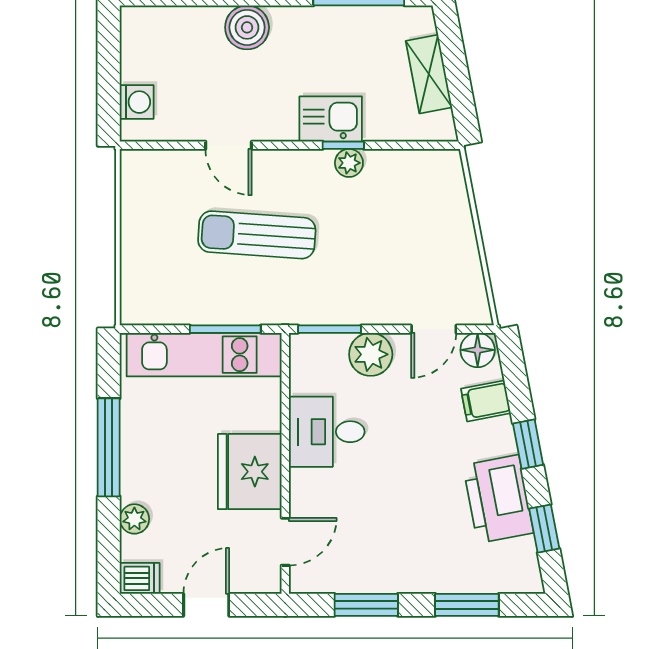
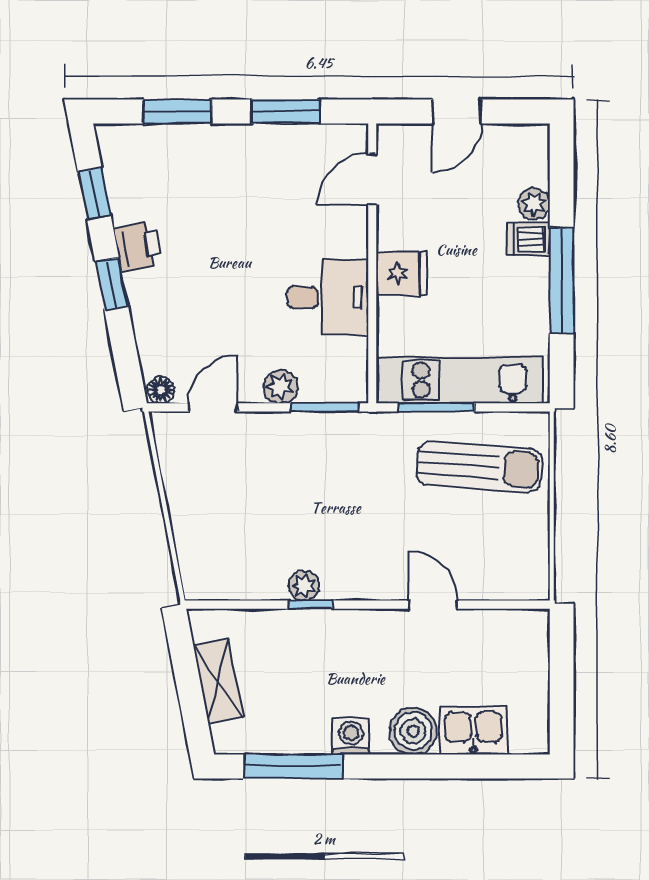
washing machine: (137, 102) -> (351, 736), moved, turned 90
kitchen sink: (331, 119) -> (473, 730), moved, turned 180
sun lounger: (257, 235) -> (479, 467), moved
floor lamp: (478, 350) -> (161, 390), width x0.73, depth x0.73
plant: (371, 354) -> (281, 387), width x0.73, depth x0.73
filing cabinet: (486, 401) -> (157, 330), removed
fridge: (250, 472) -> (402, 273), width x0.53, depth x0.75
printer: (498, 499) -> (138, 247), width x0.53, depth x0.68
dishwasher: (140, 578) -> (528, 239), moved

